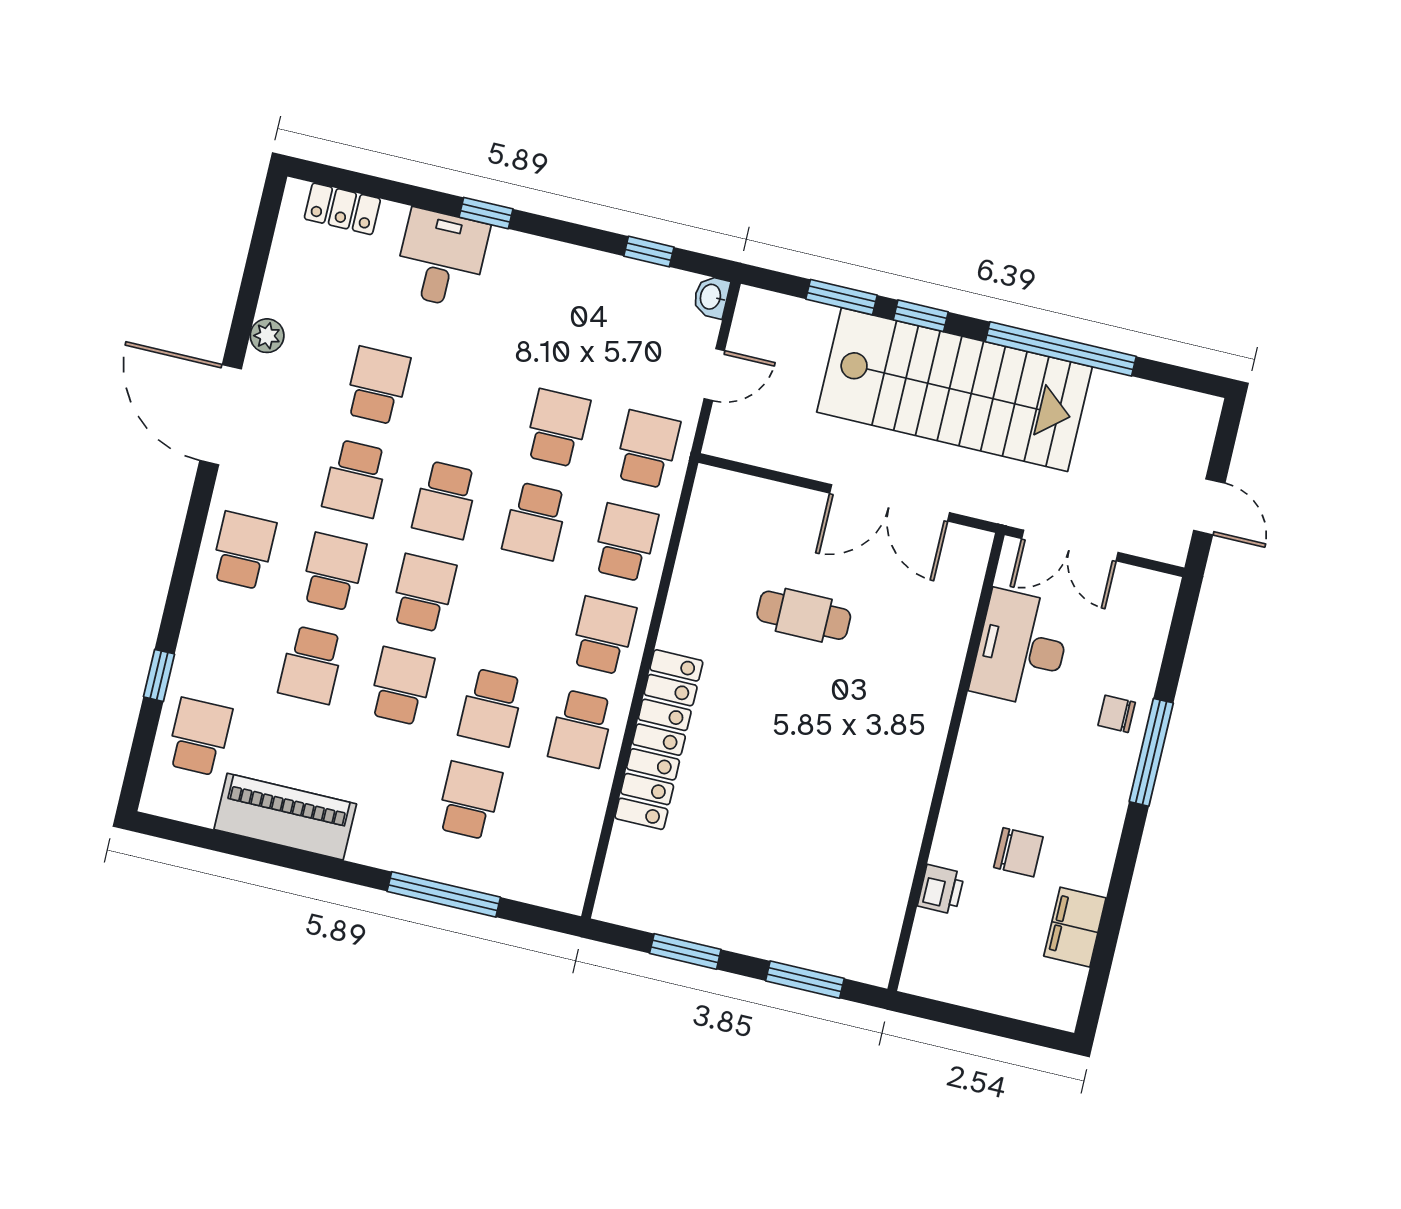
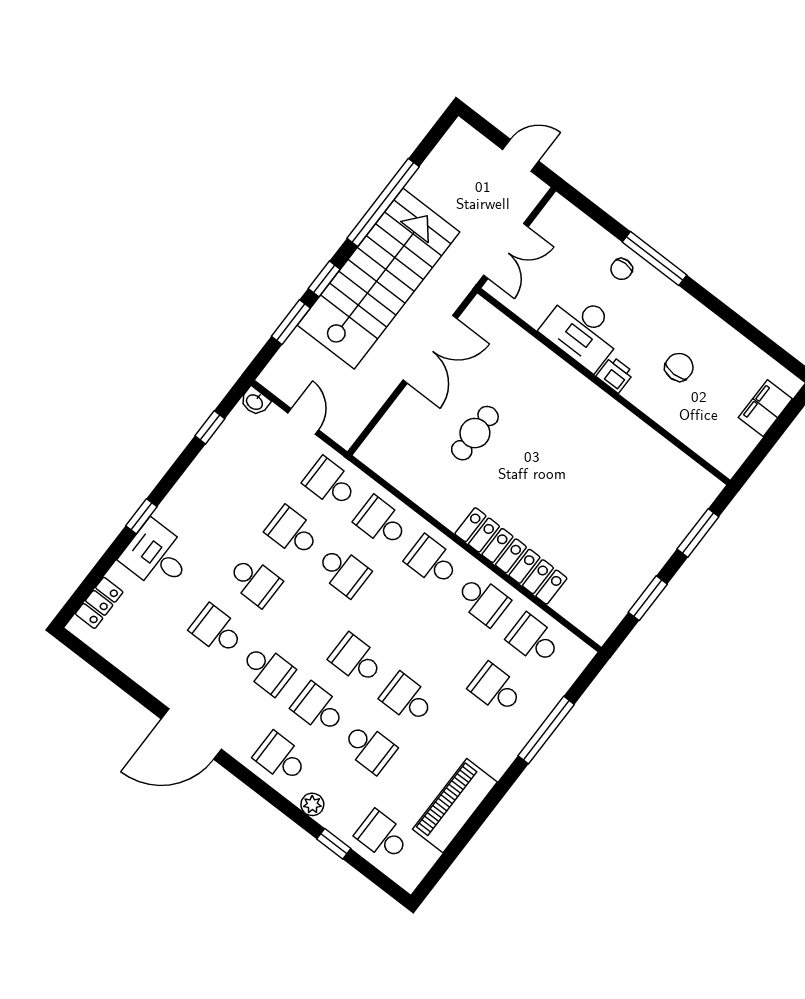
plant: (267, 336) -> (312, 804), moved
school desk: (445, 500) -> (255, 581), moved
desk: (1021, 648) -> (583, 330), moved
school desk: (491, 707) -> (534, 640), moved, turned 180
printer: (941, 889) -> (615, 374), moved
filing cabinet: (1075, 927) -> (765, 408), moved, turned 90

